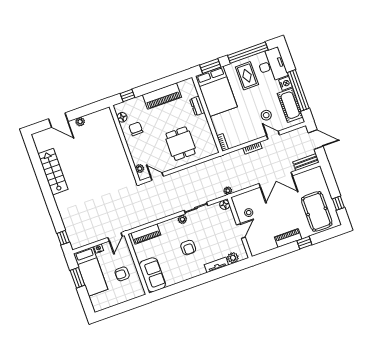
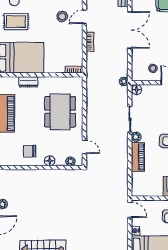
floor lamp: (122, 117) -> (50, 161), moved
dining table: (181, 144) -> (60, 112), width x1.38
door: (157, 176) -> (84, 147), swing flipped
piano: (146, 234) -> (138, 157), moved

